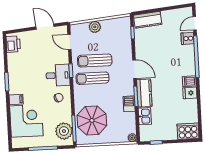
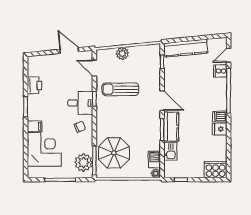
kitchen counter: (148, 20) -> (186, 48), width x1.50
printer: (13, 44) -> (34, 85), moved
sun lounger: (92, 78) -> (117, 108), removed
barbecue: (129, 104) -> (154, 160), moved

